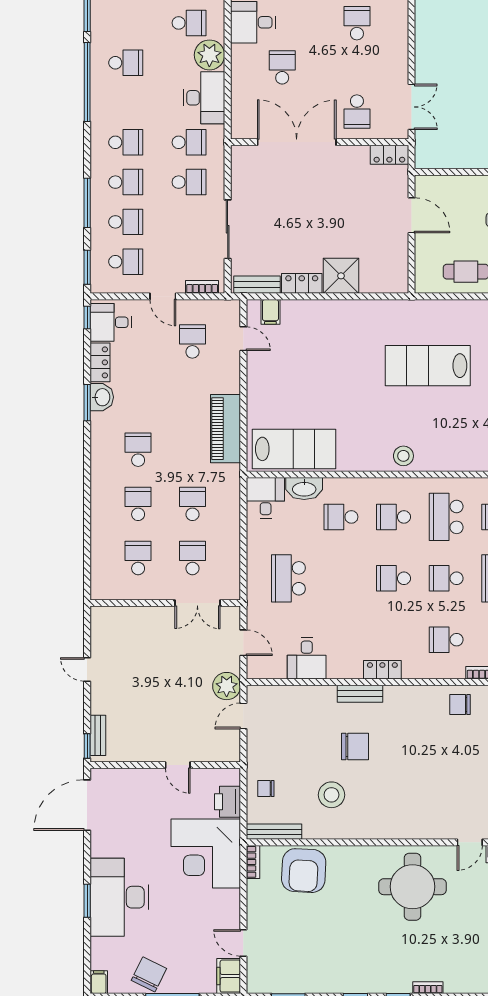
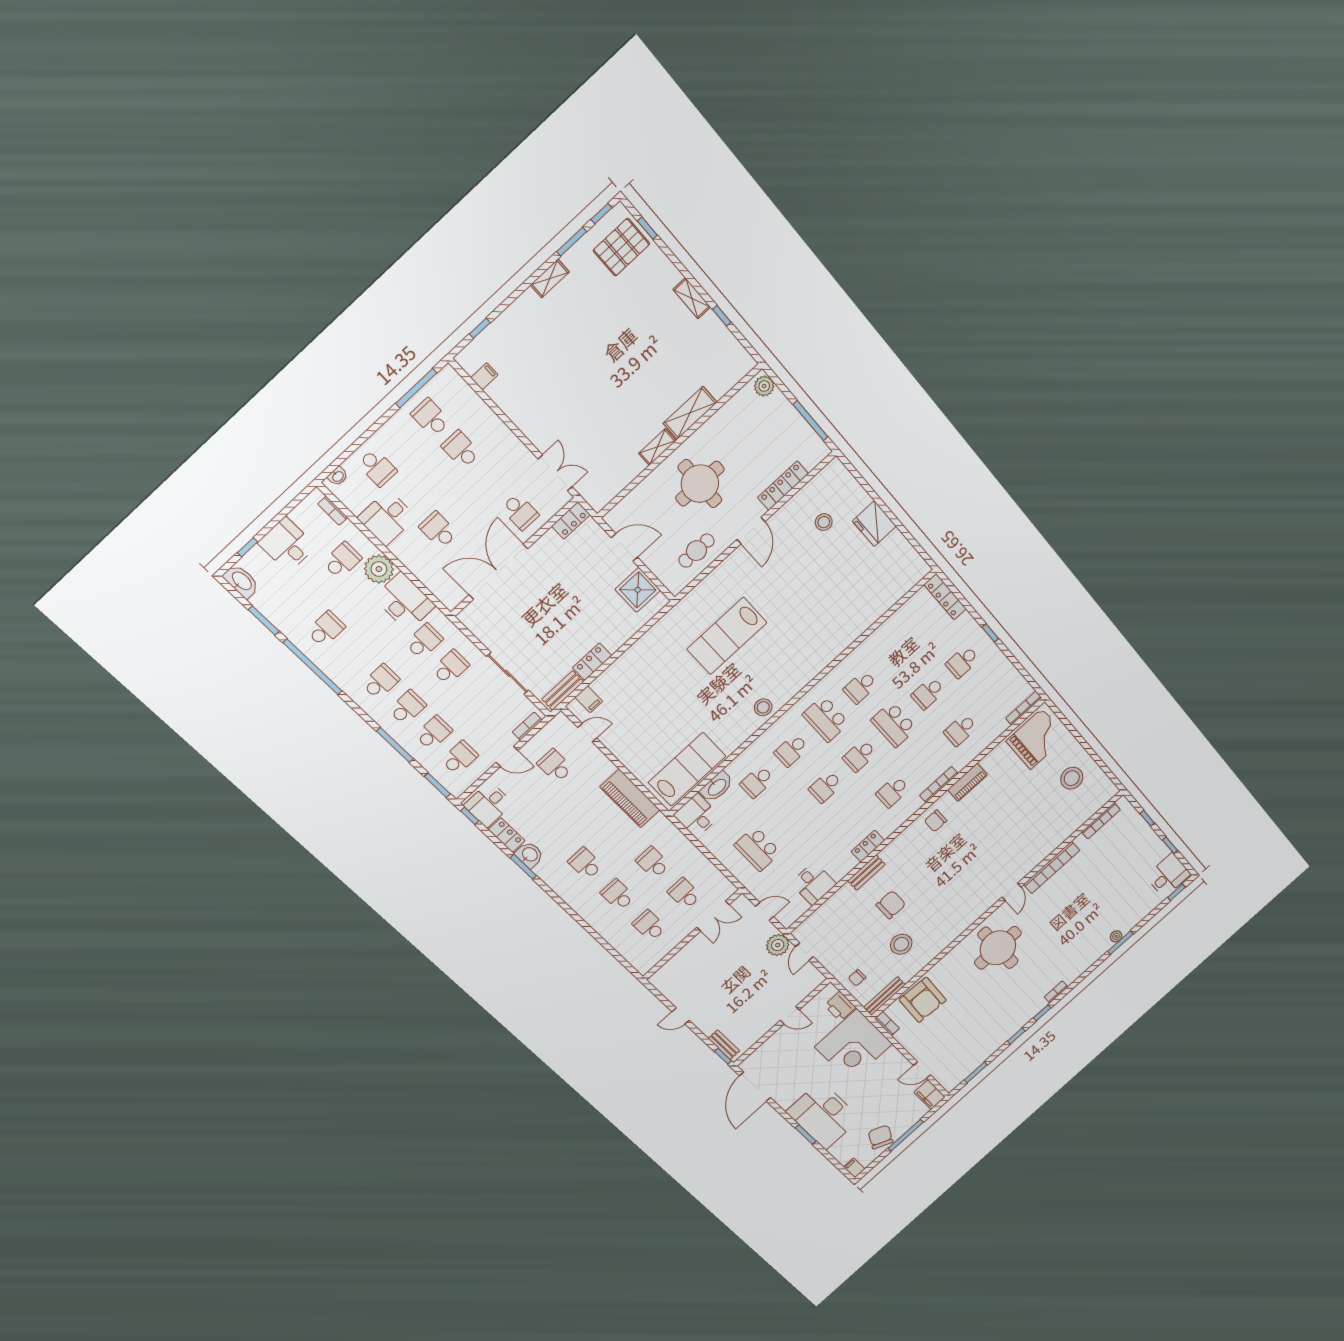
shower: (341, 276) -> (638, 590), moved

